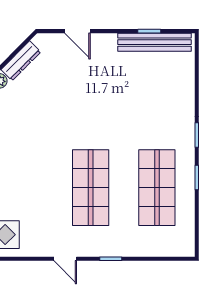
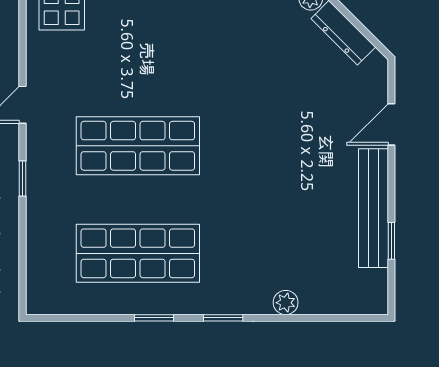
bench: (155, 42) -> (374, 208), moved
plant: (187, 96) -> (286, 303), added

